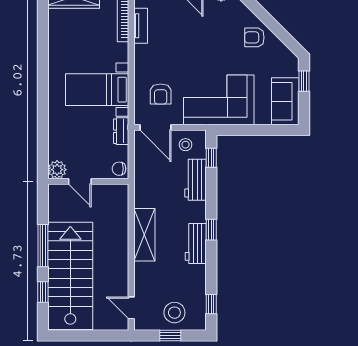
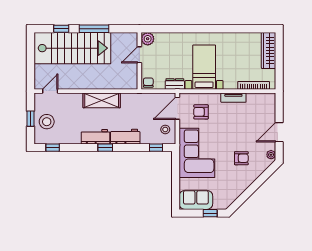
tv unit: (141, 26) -> (233, 98), moved
armchair: (254, 37) -> (241, 158), moved, turned 90
workbench: (196, 180) -> (125, 137), moved

